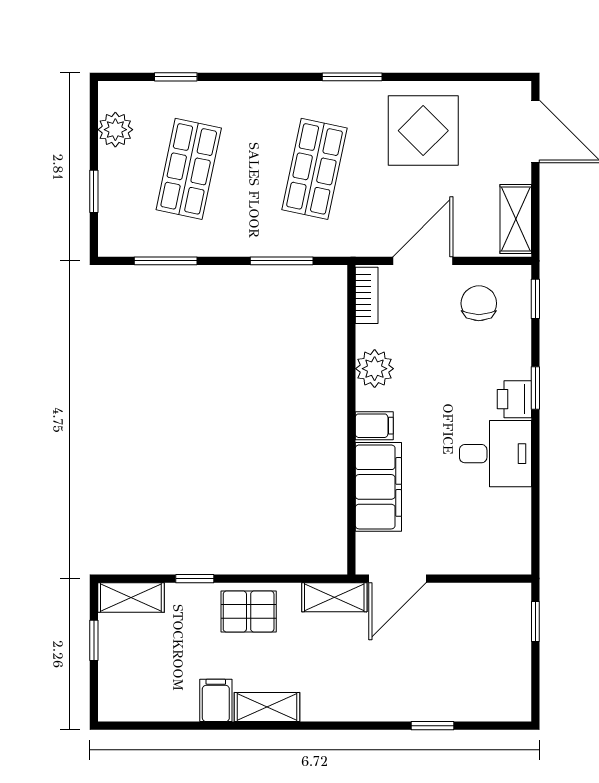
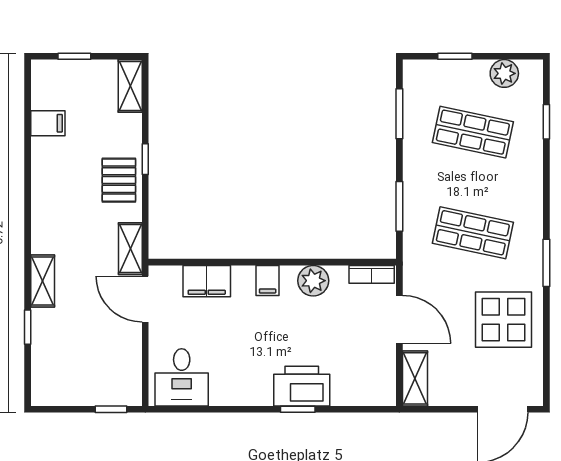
shelving: (516, 219) -> (415, 378), moved, turned 90
window: (535, 299) -> (369, 409), removed
chair: (479, 303) -> (365, 364), removed
printer: (514, 399) -> (302, 386), width x1.87, depth x1.48
desk: (495, 454) -> (182, 377), moved
filing cabinet: (378, 487) -> (207, 281), width x0.67, depth x0.86
window: (195, 579) -> (145, 159), moved
window: (94, 640) -> (74, 56), moved
filing cabinet: (216, 700) -> (48, 123), moved
shelving: (267, 707) -> (43, 281), moved

